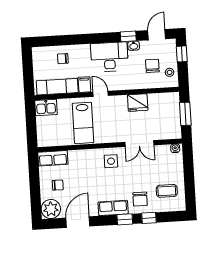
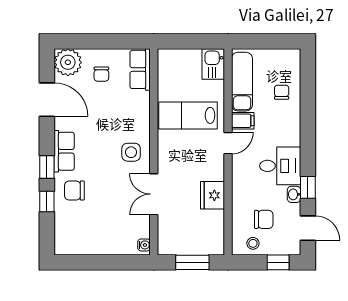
desk: (109, 57) -> (280, 166), width x0.73
coffee table: (167, 191) -> (84, 229), removed

